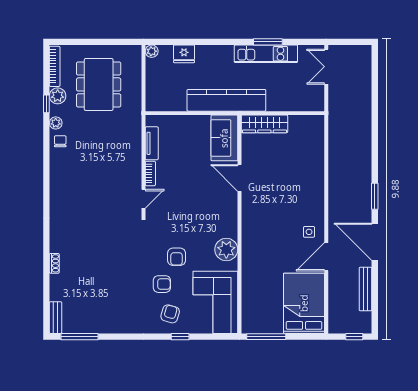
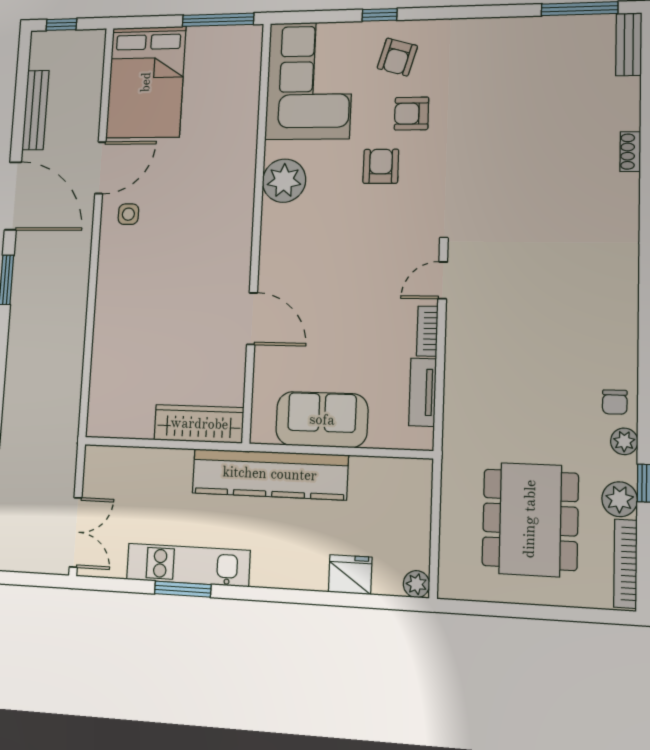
sofa: (224, 138) -> (322, 420), moved, turned -90

